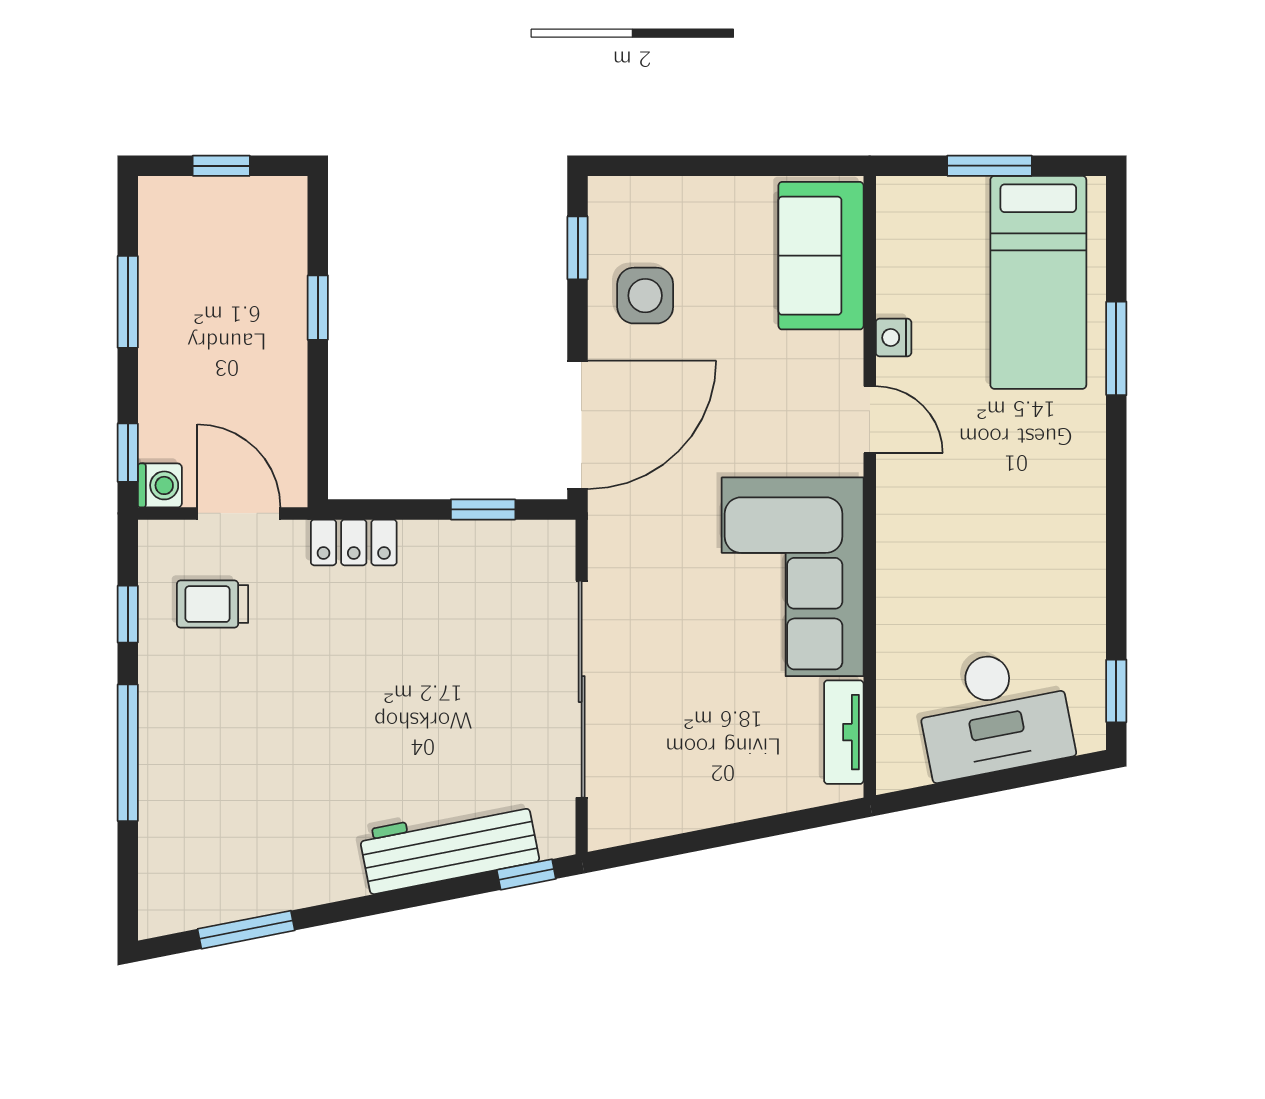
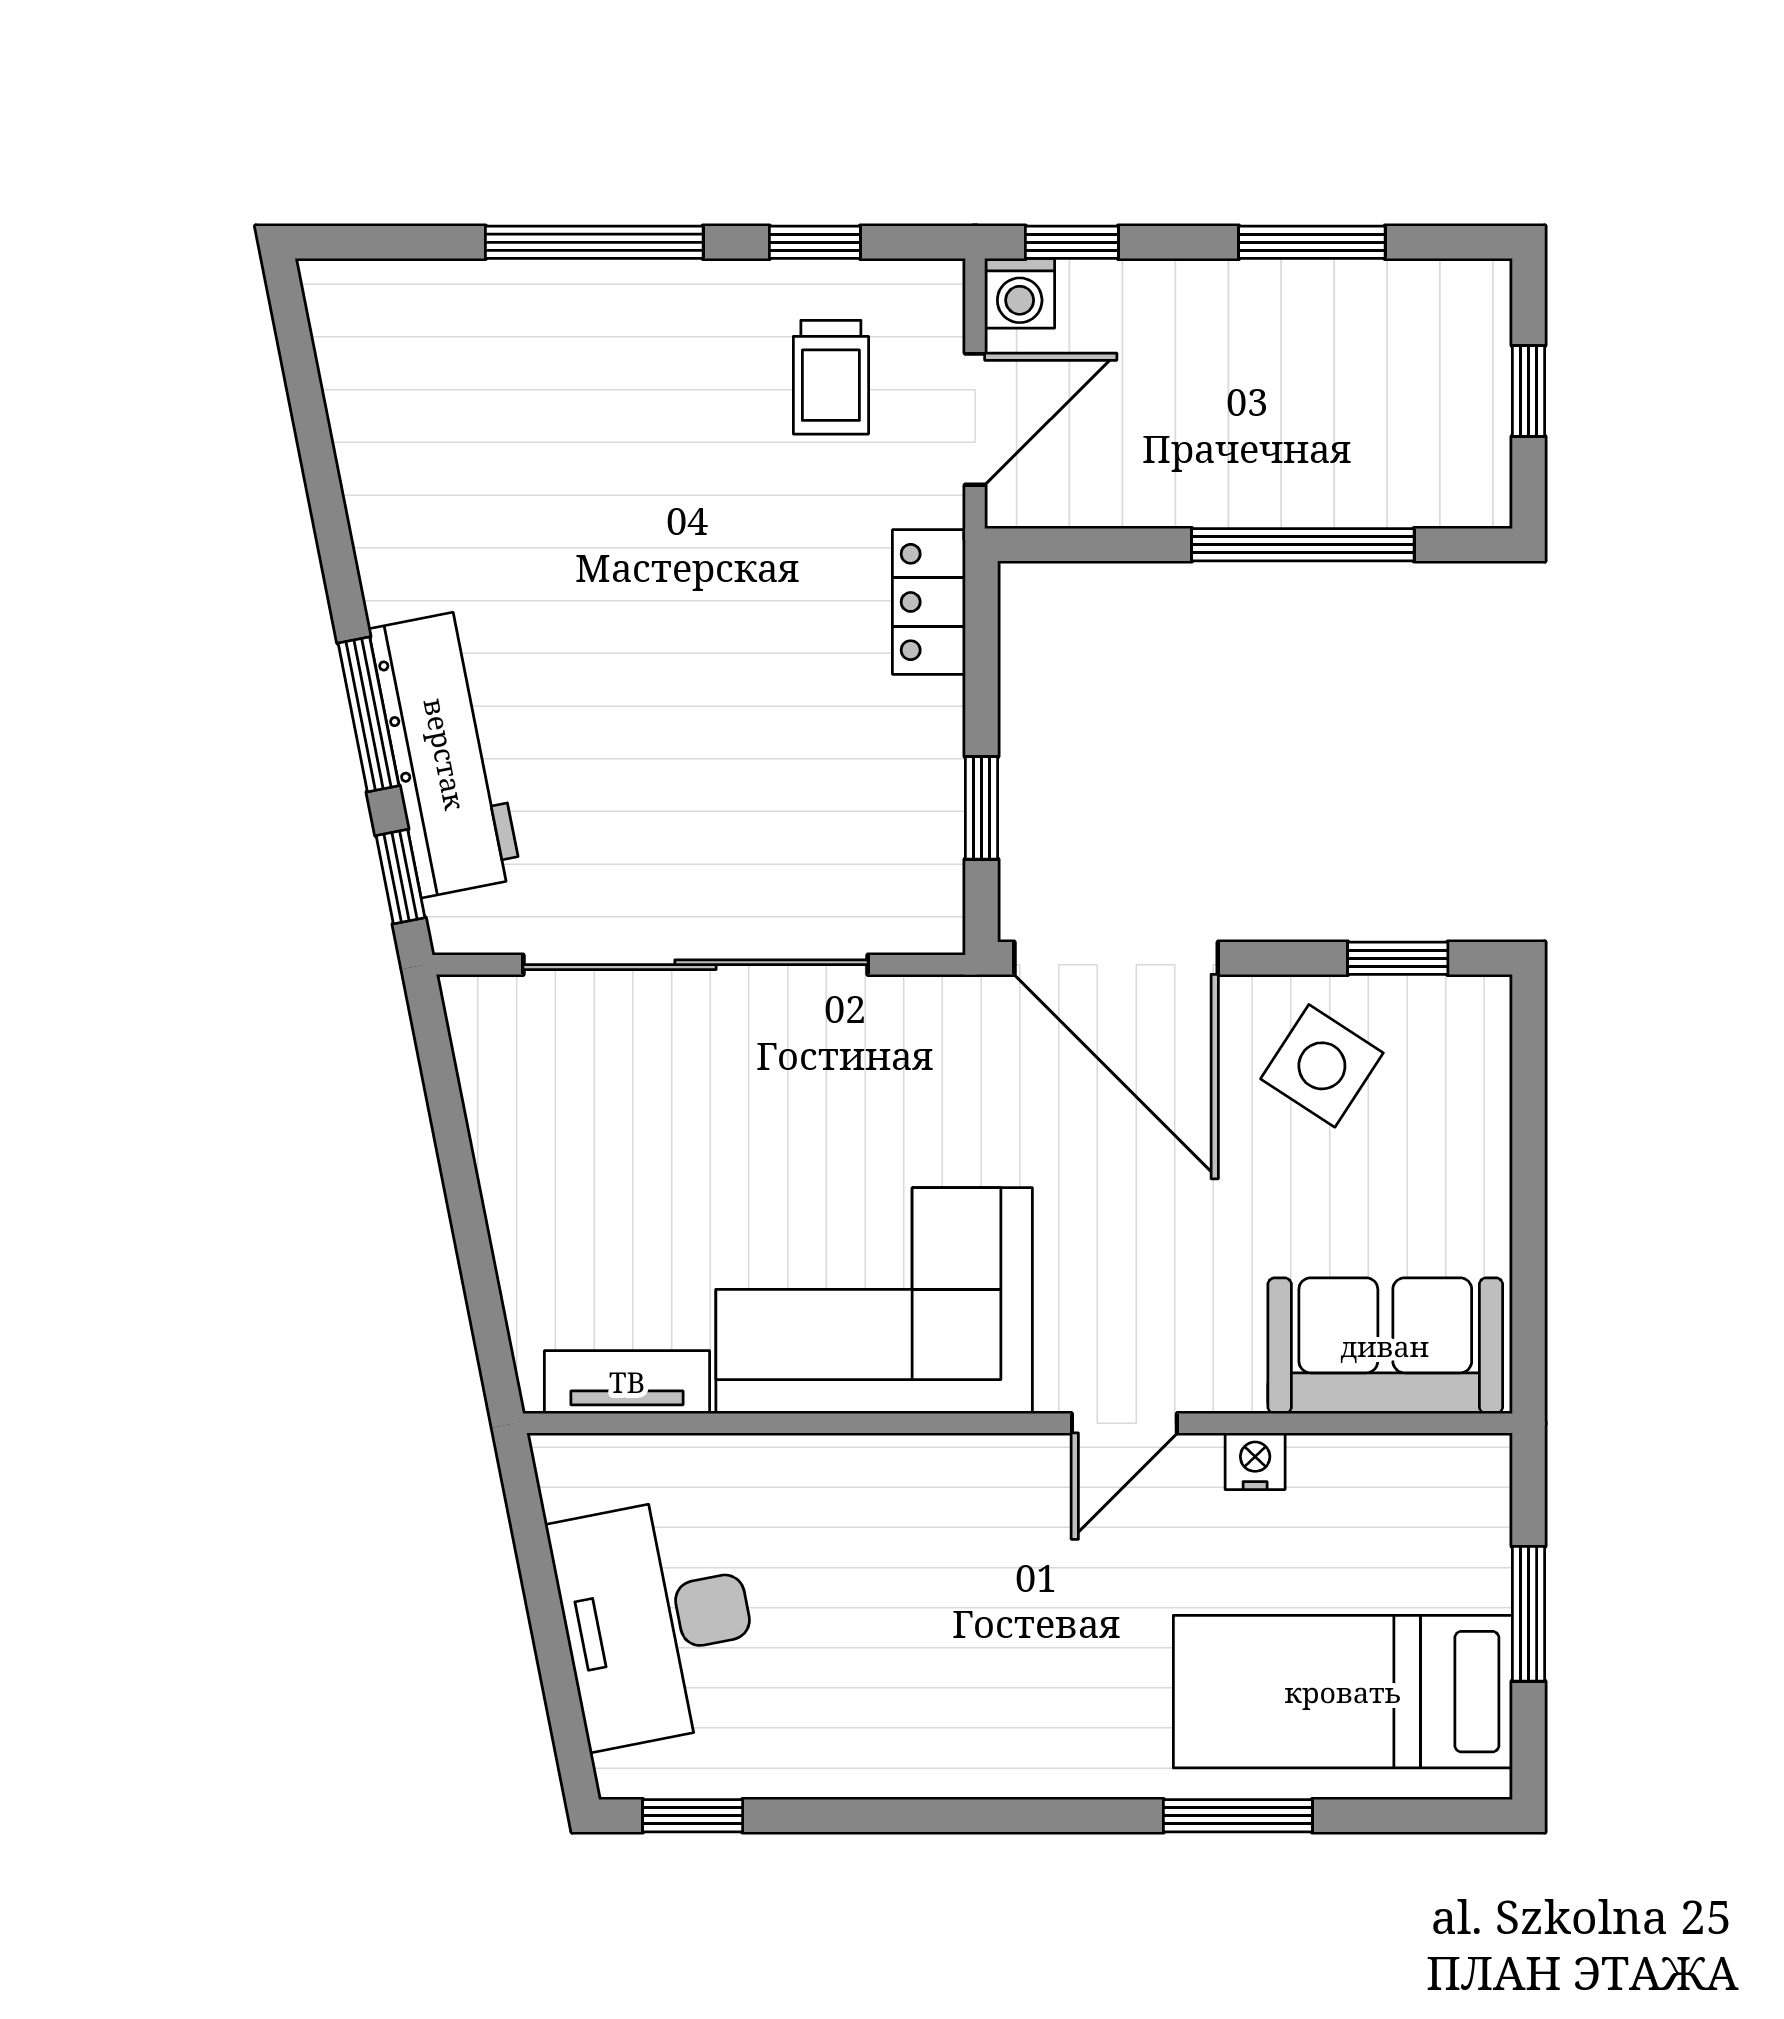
side table: (645, 296) -> (1322, 1066), turned 33
window: (318, 308) -> (1303, 545), width x2.17
trolley: (213, 604) -> (831, 377), turned 180
window: (246, 930) -> (368, 714), moved

